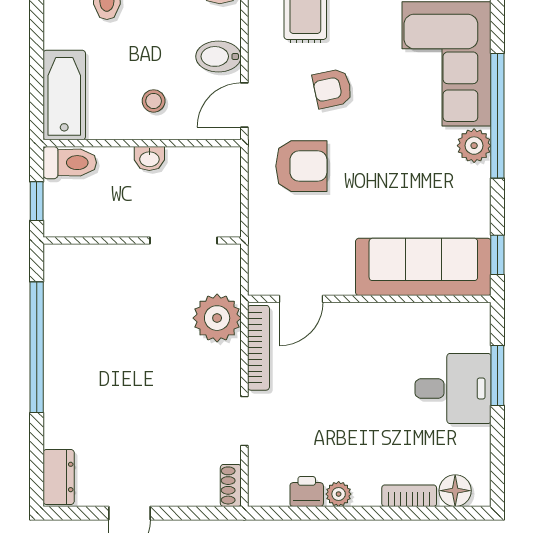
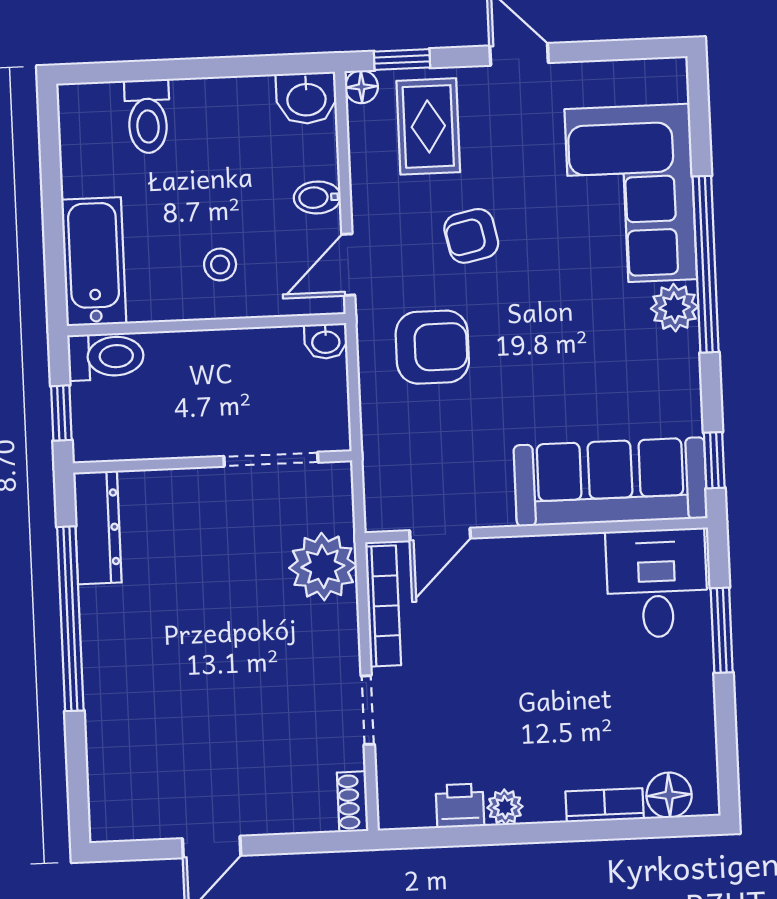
bidet: (218, 56) -> (317, 197), width x0.72, depth x0.74
washbasin: (149, 159) -> (326, 341), moved
desk: (453, 388) -> (657, 583), moved, turned -90
dresser: (59, 477) -> (97, 528), moved, width x1.44

